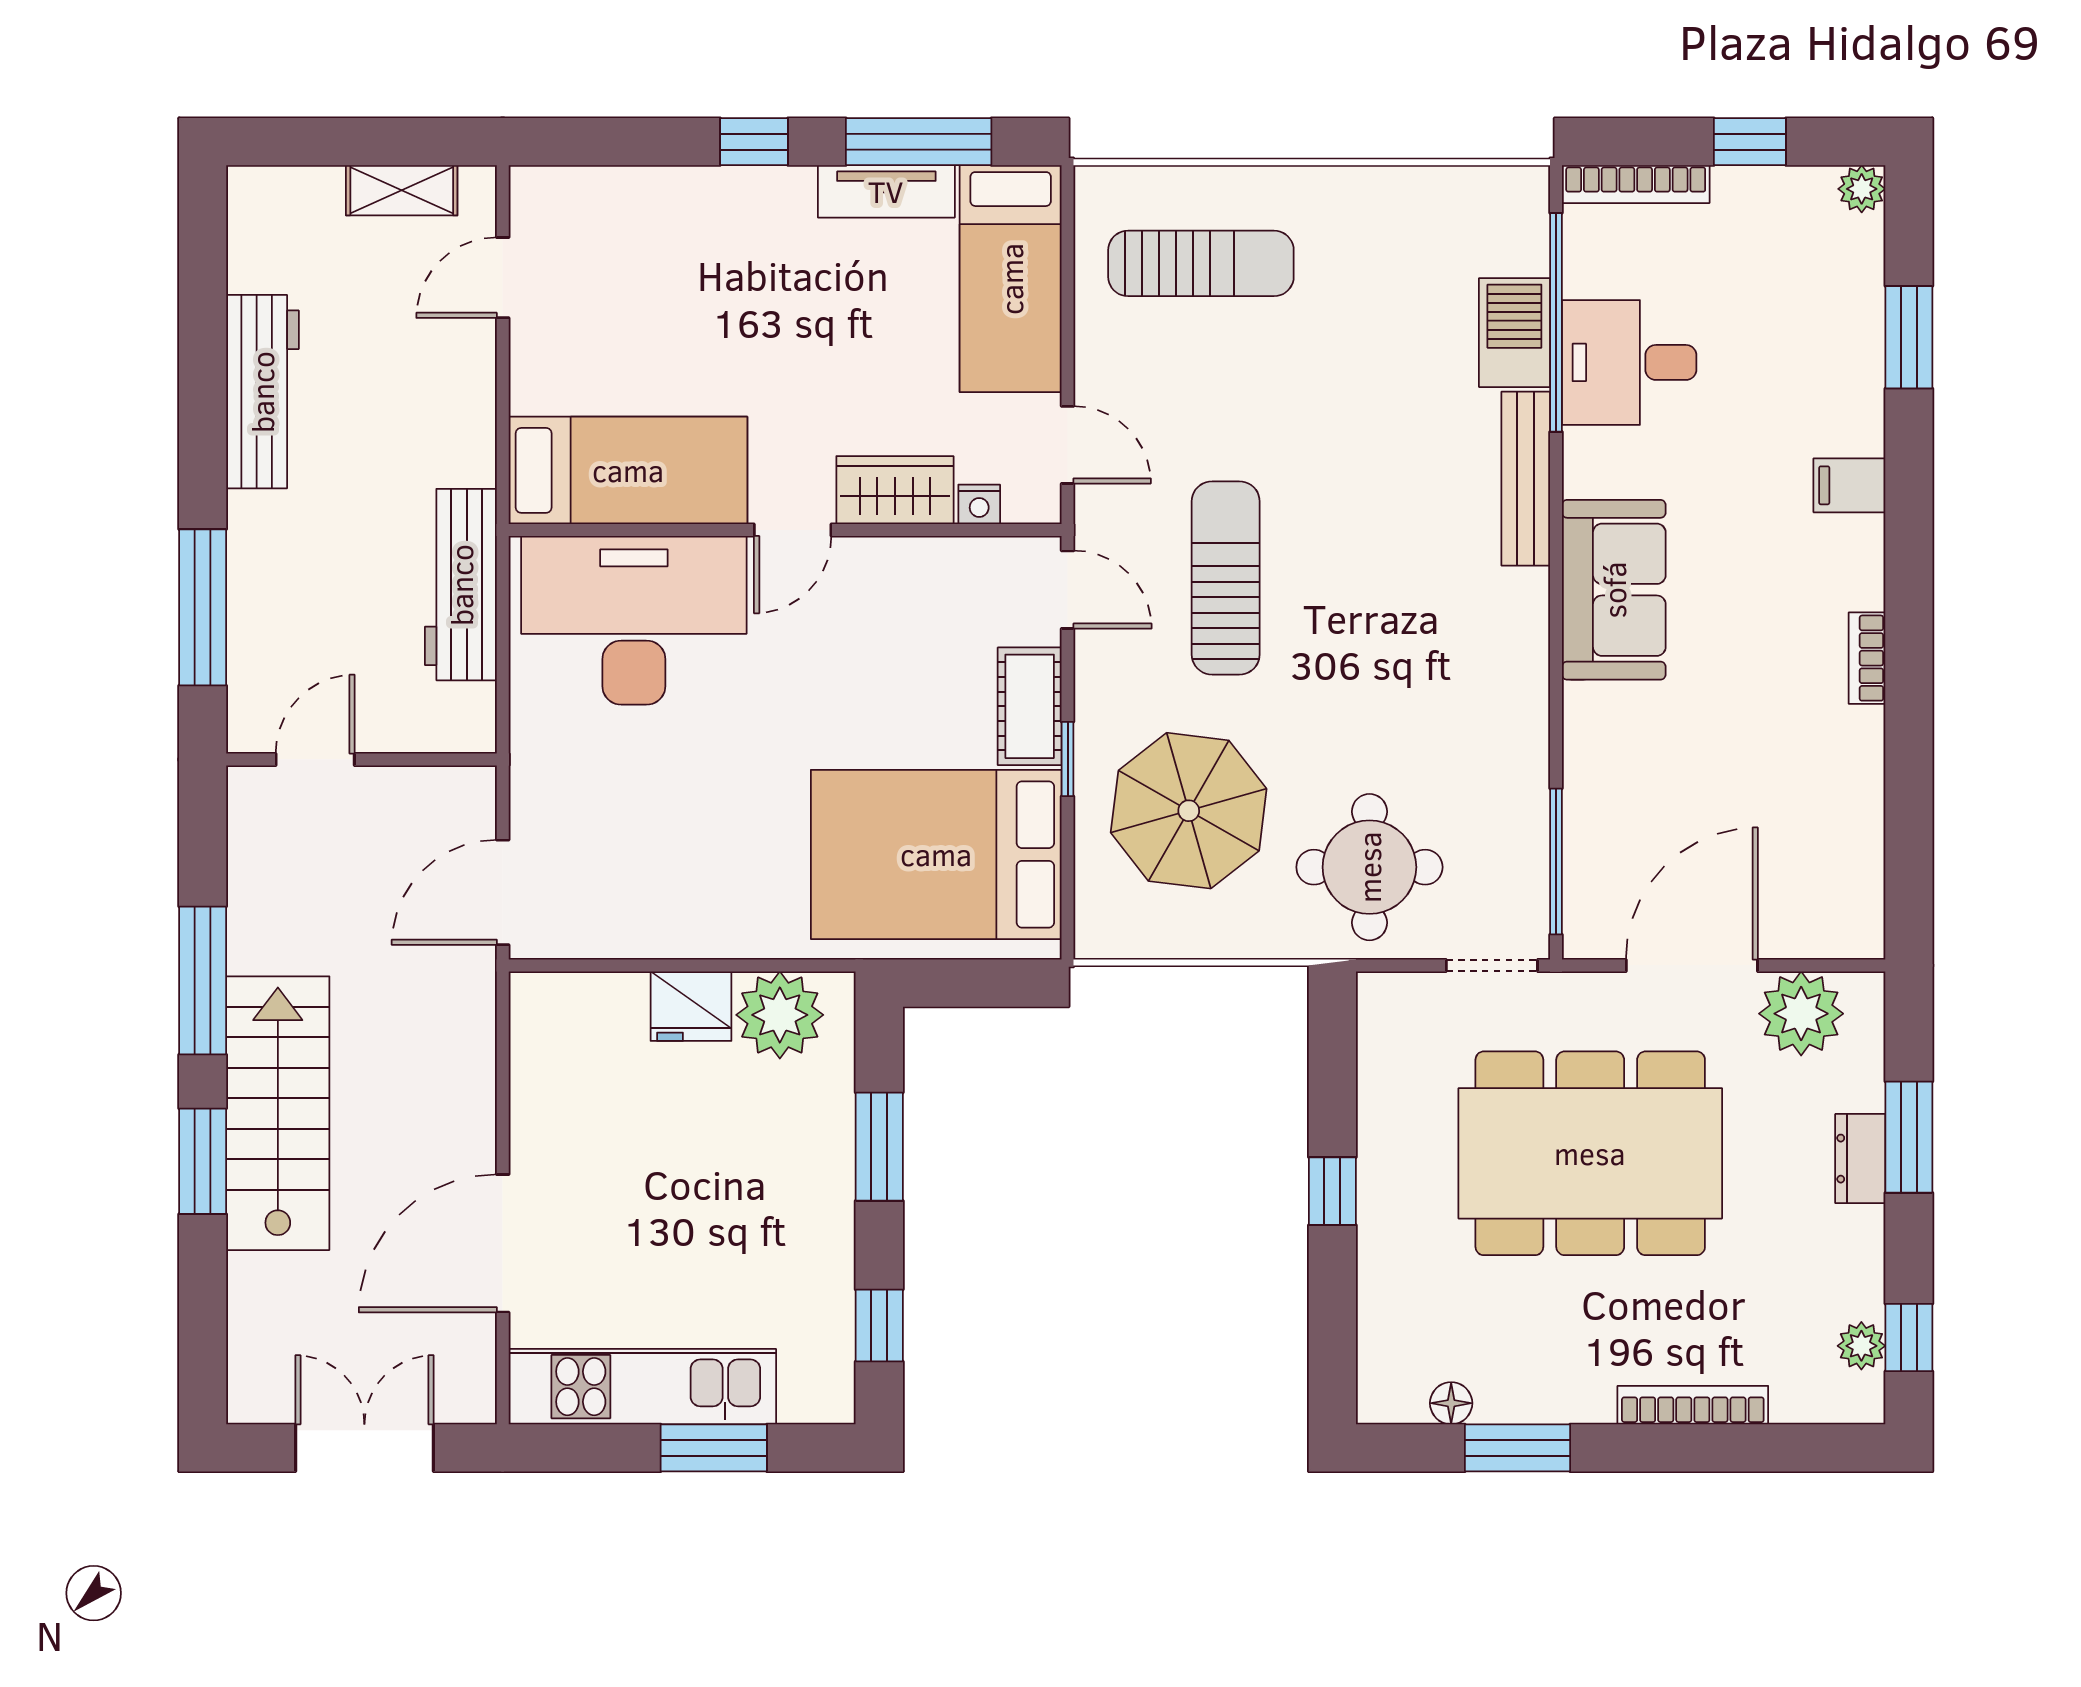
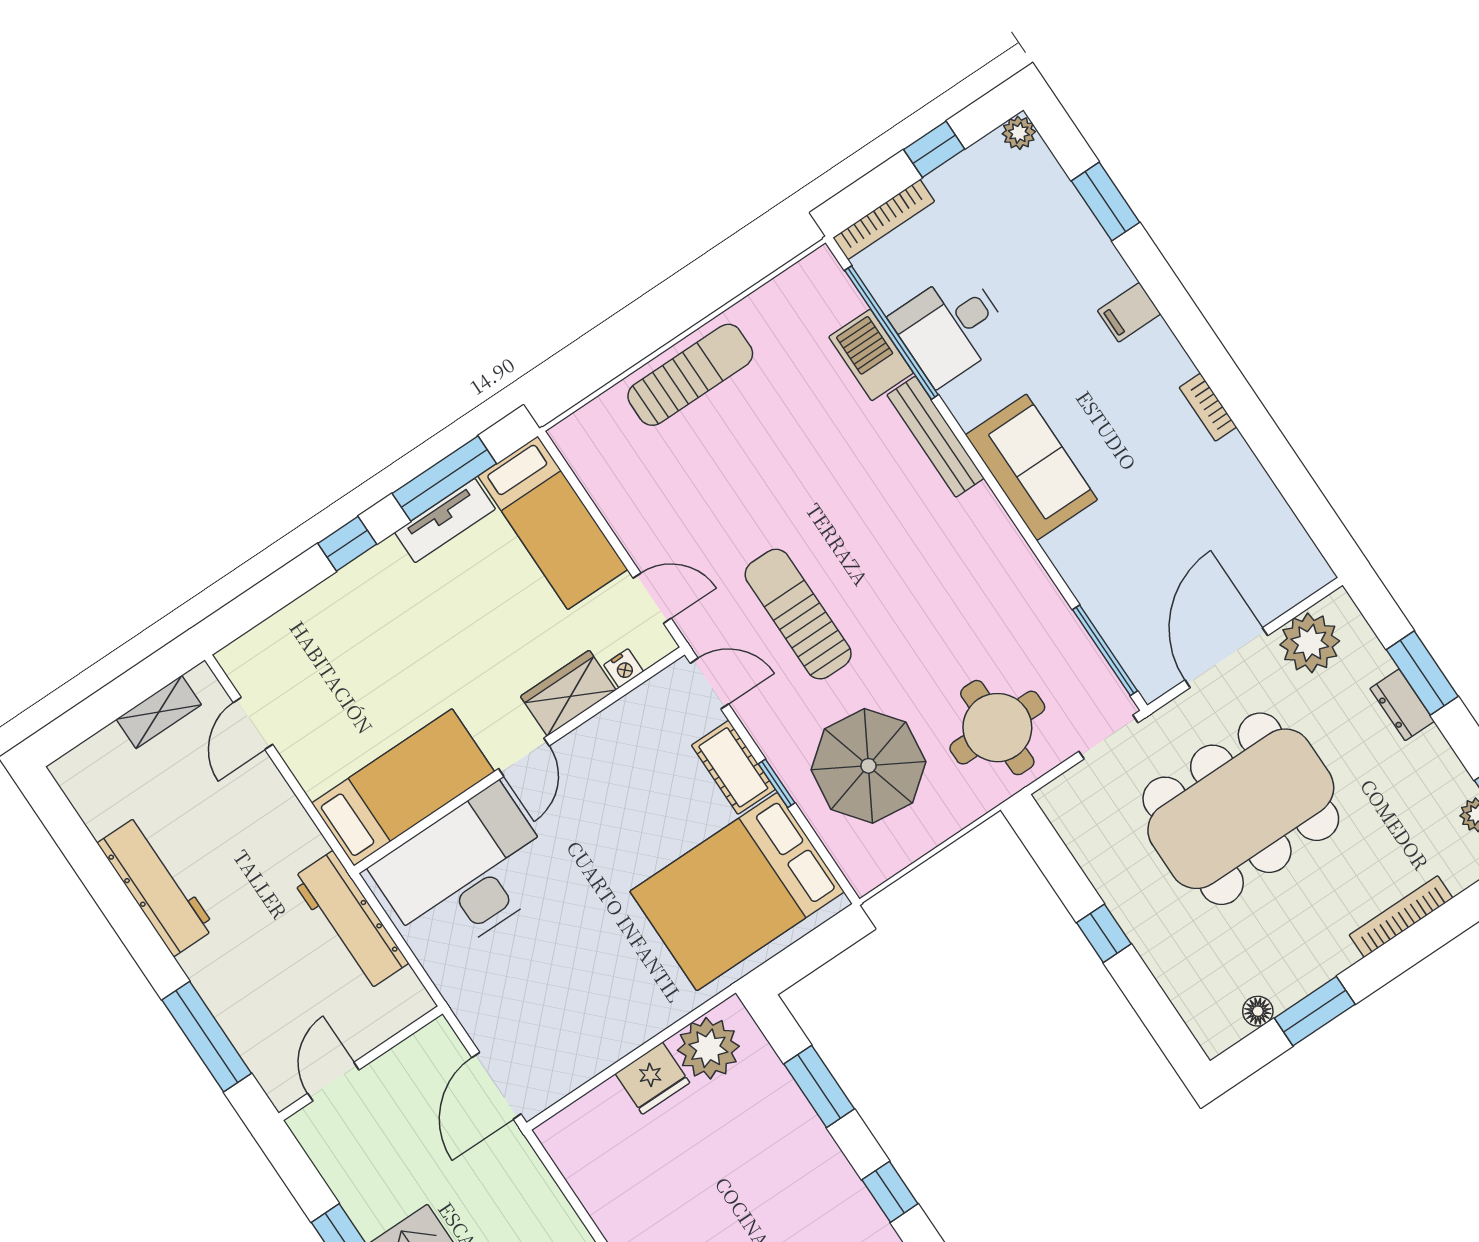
sun lounger: (1201, 263) -> (690, 375), moved

